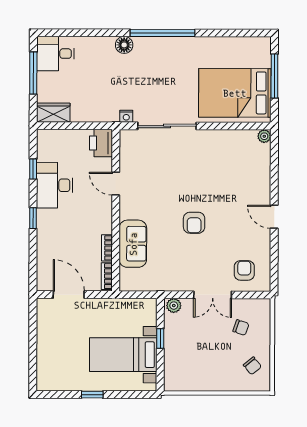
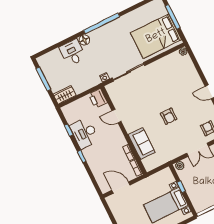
desk: (55, 54) -> (72, 53), moved, turned 90

